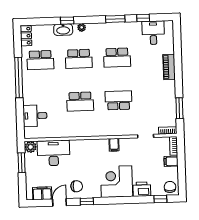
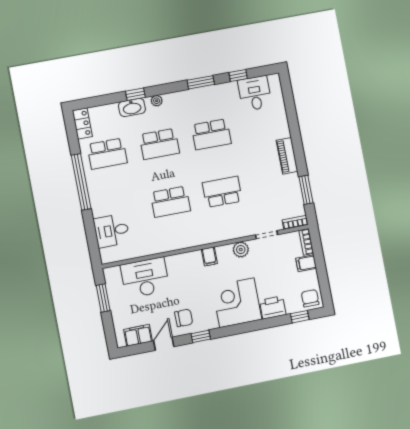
piano: (169, 67) -> (287, 156), moved
filing cabinet: (114, 145) -> (209, 256), moved
plant: (31, 147) -> (241, 250), moved

